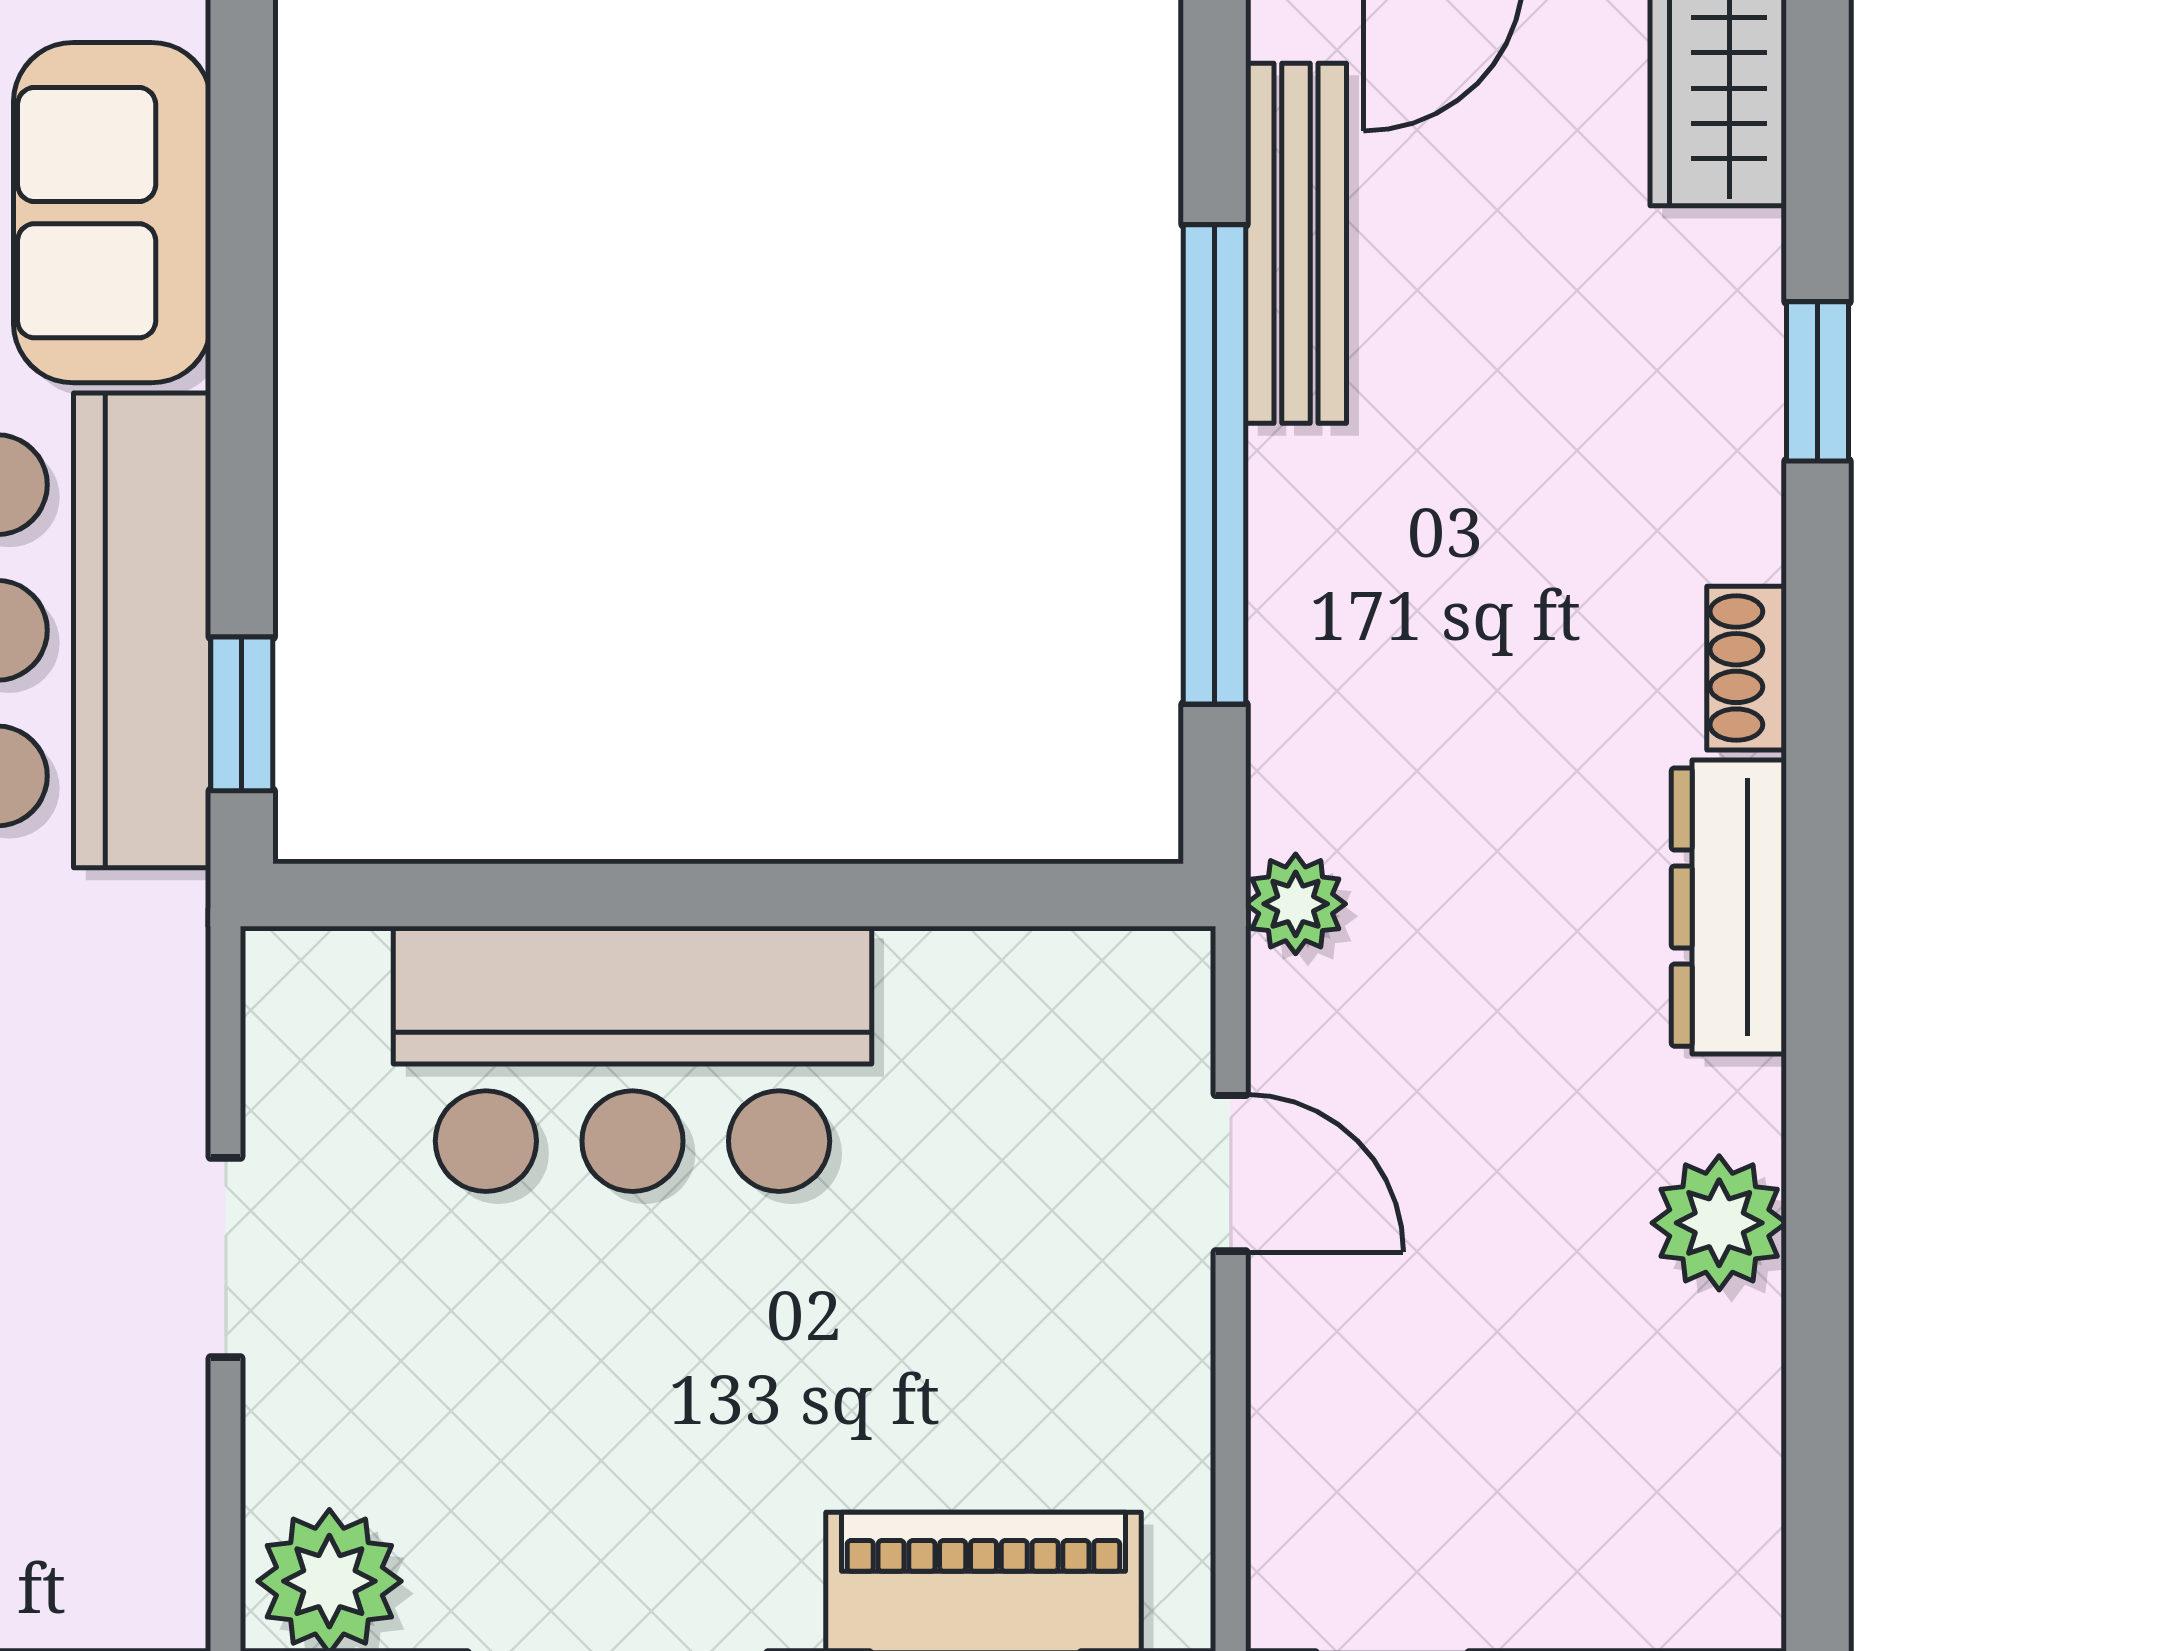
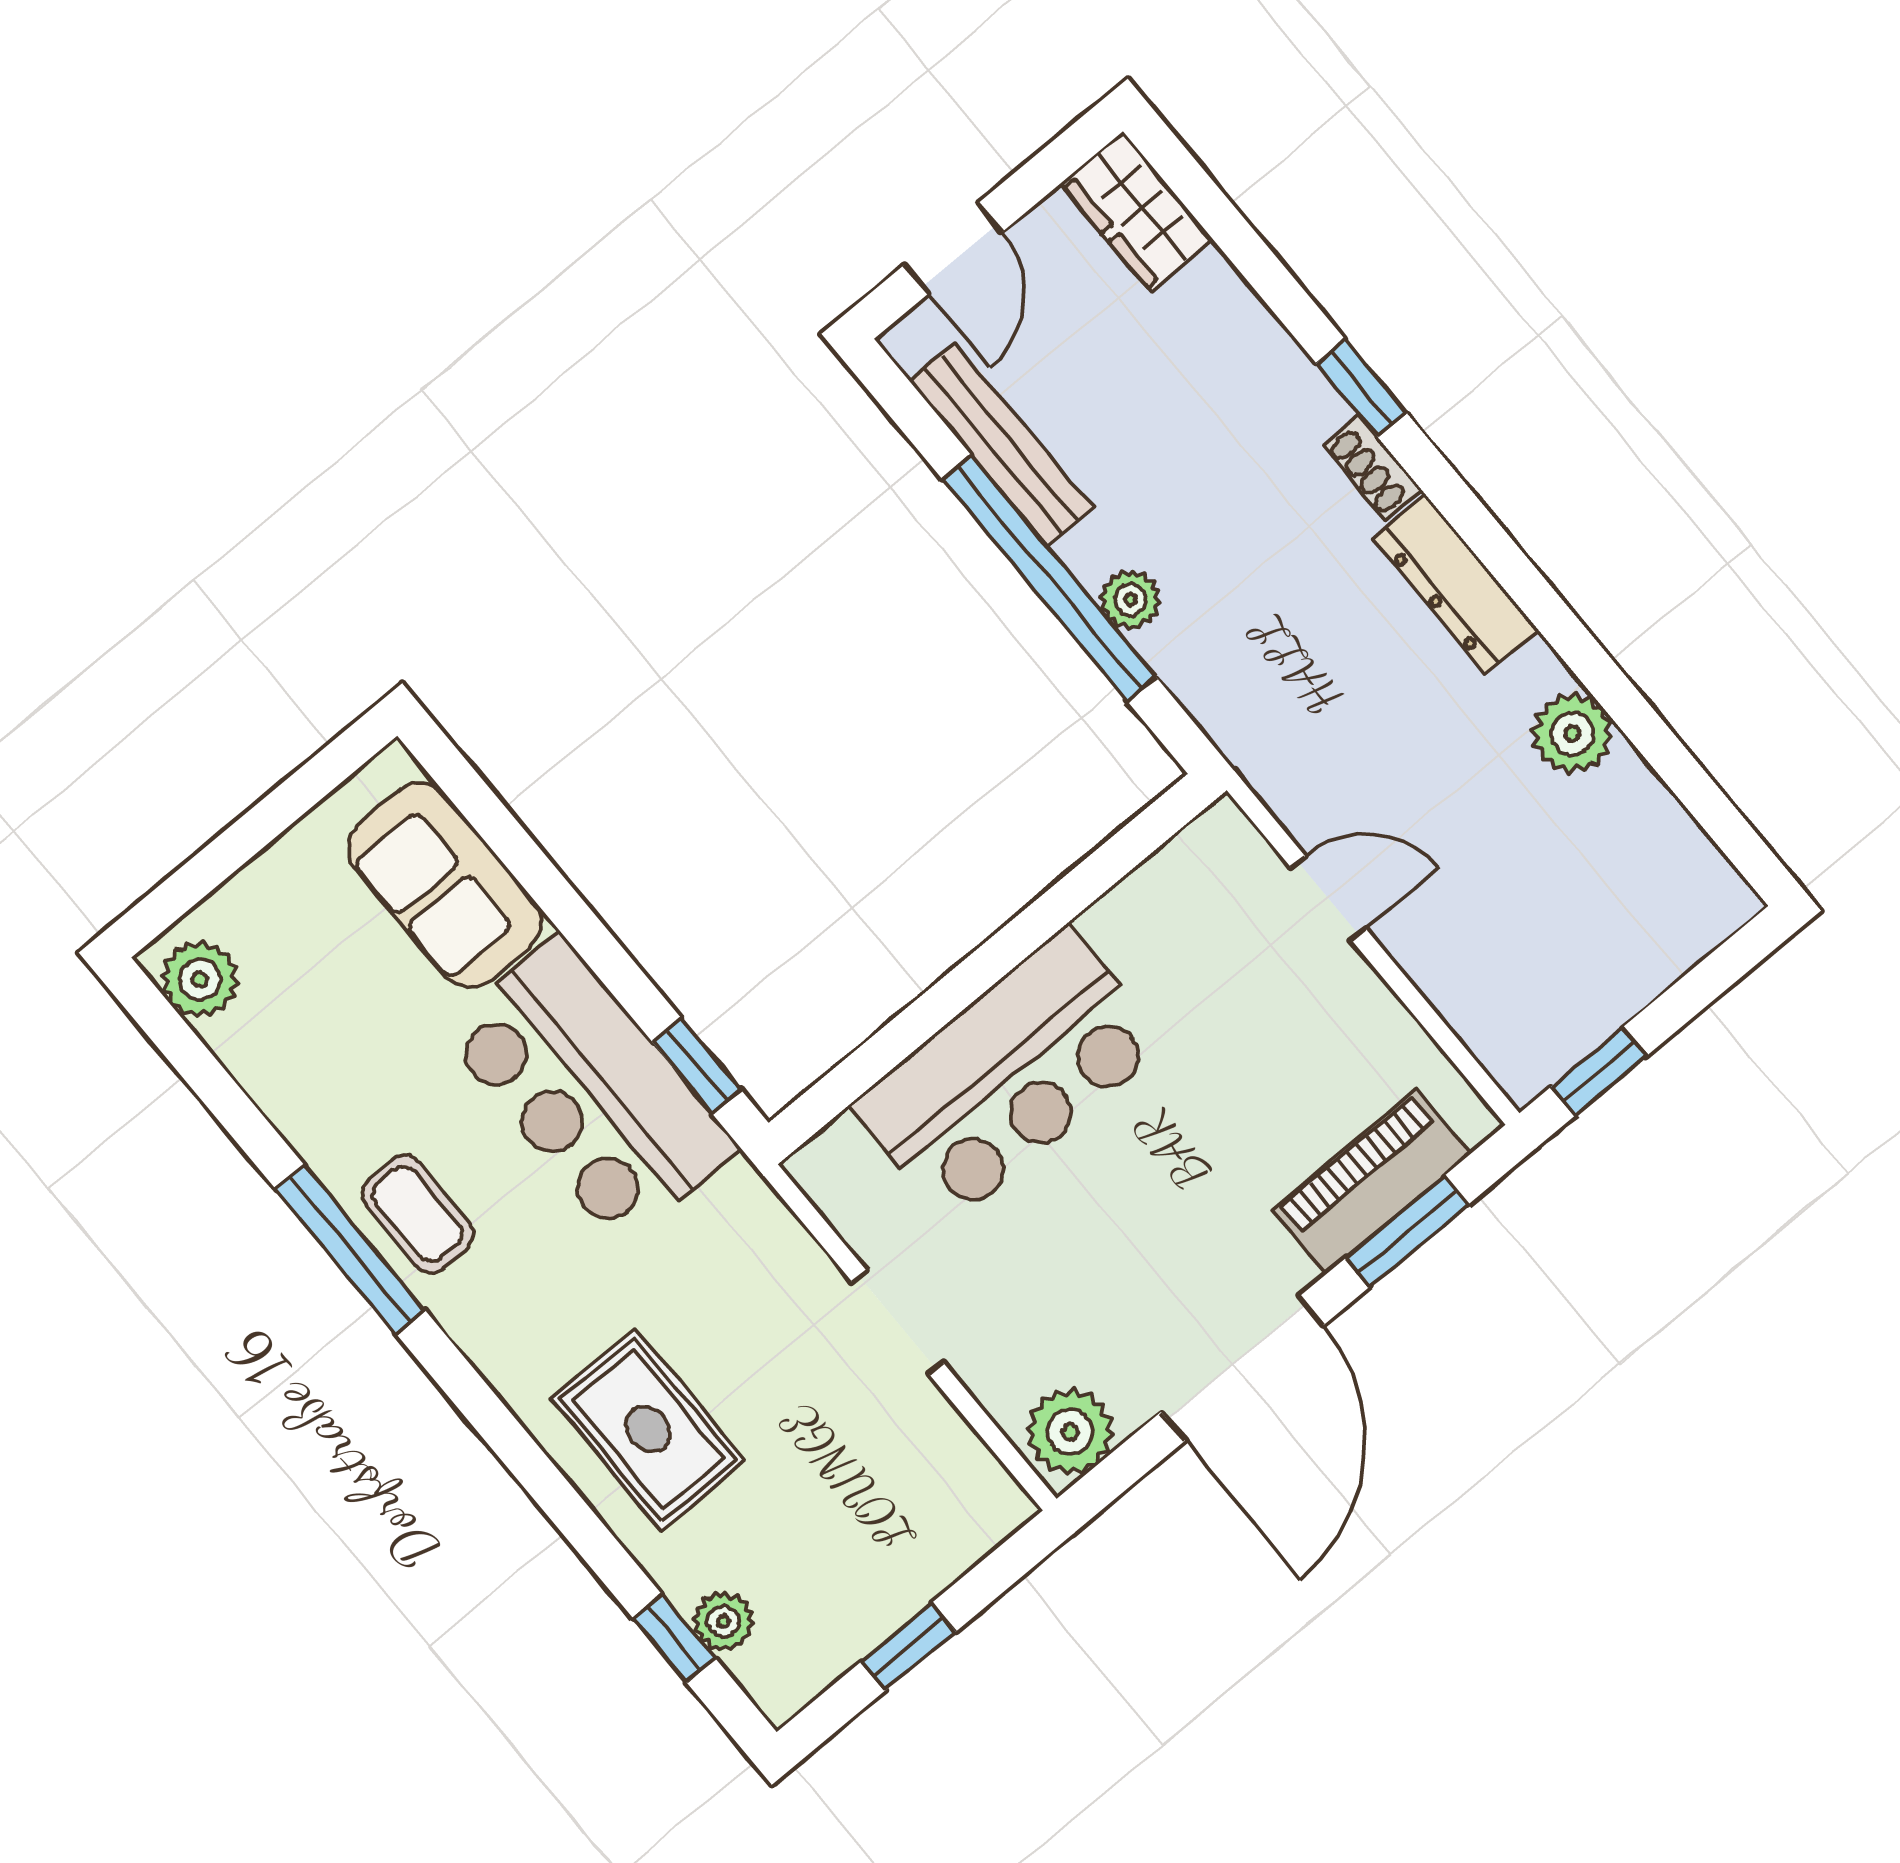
window: (1818, 381) -> (1361, 388), moved
plant: (1296, 904) -> (1130, 600), moved

